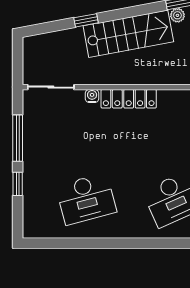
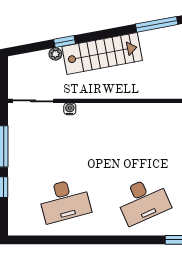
plant: (177, 15) -> (55, 54), moved
locker: (129, 99) -> (102, 111), removed

